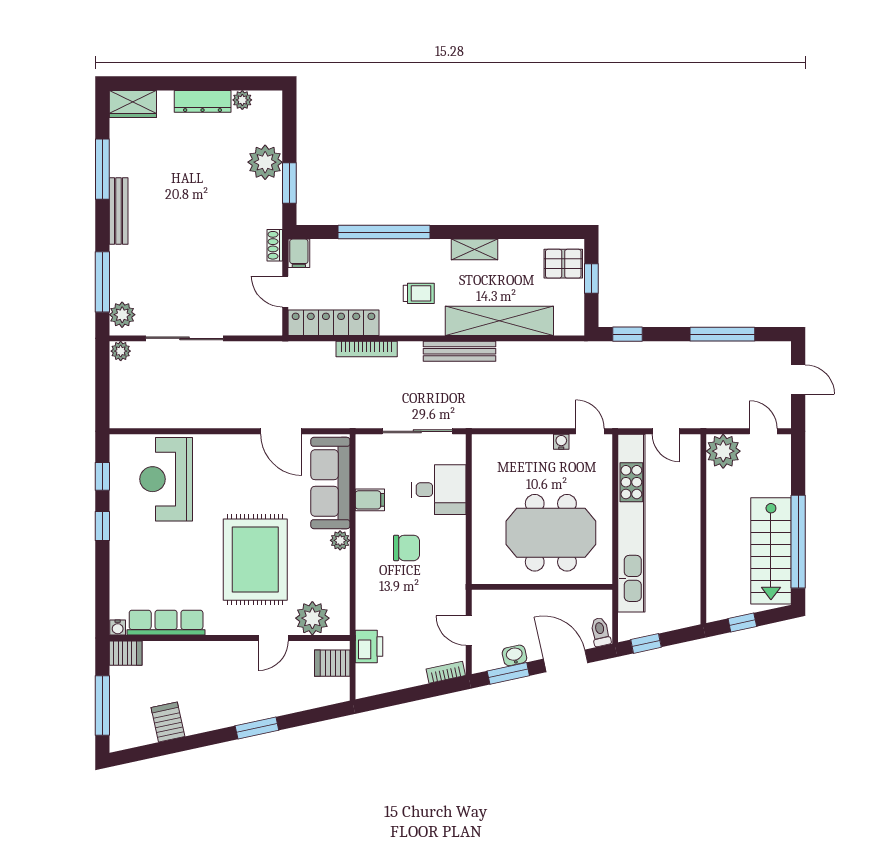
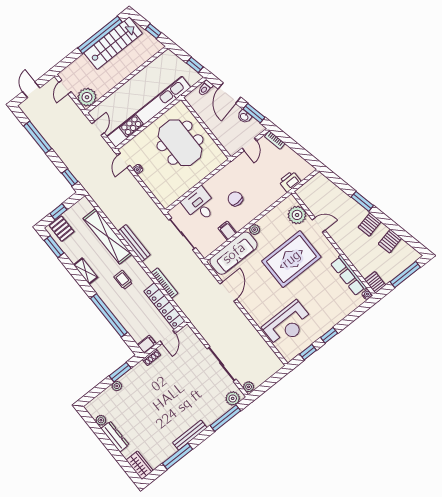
plant: (265, 162) -> (117, 386), width x0.53, depth x0.53
window: (546, 232) -> (54, 247), added
server rack: (332, 663) -> (370, 224), moved, turned 78

